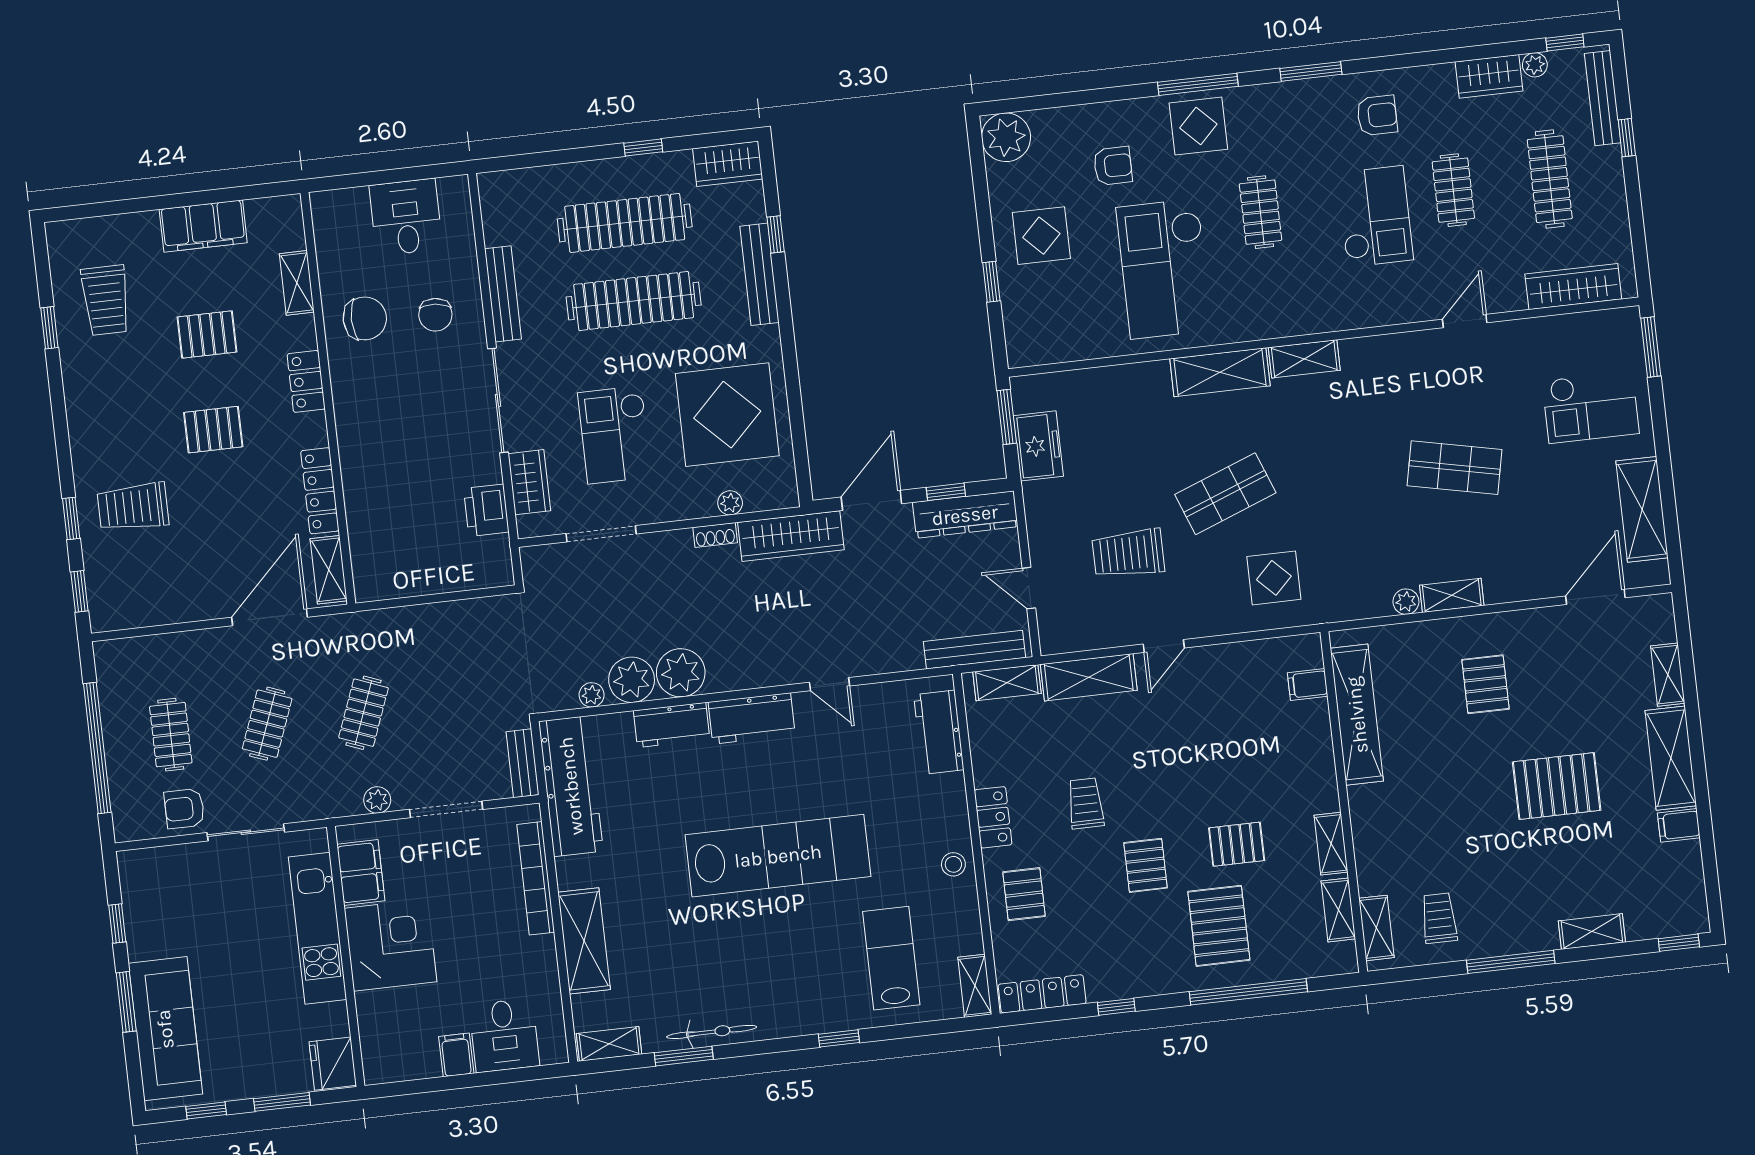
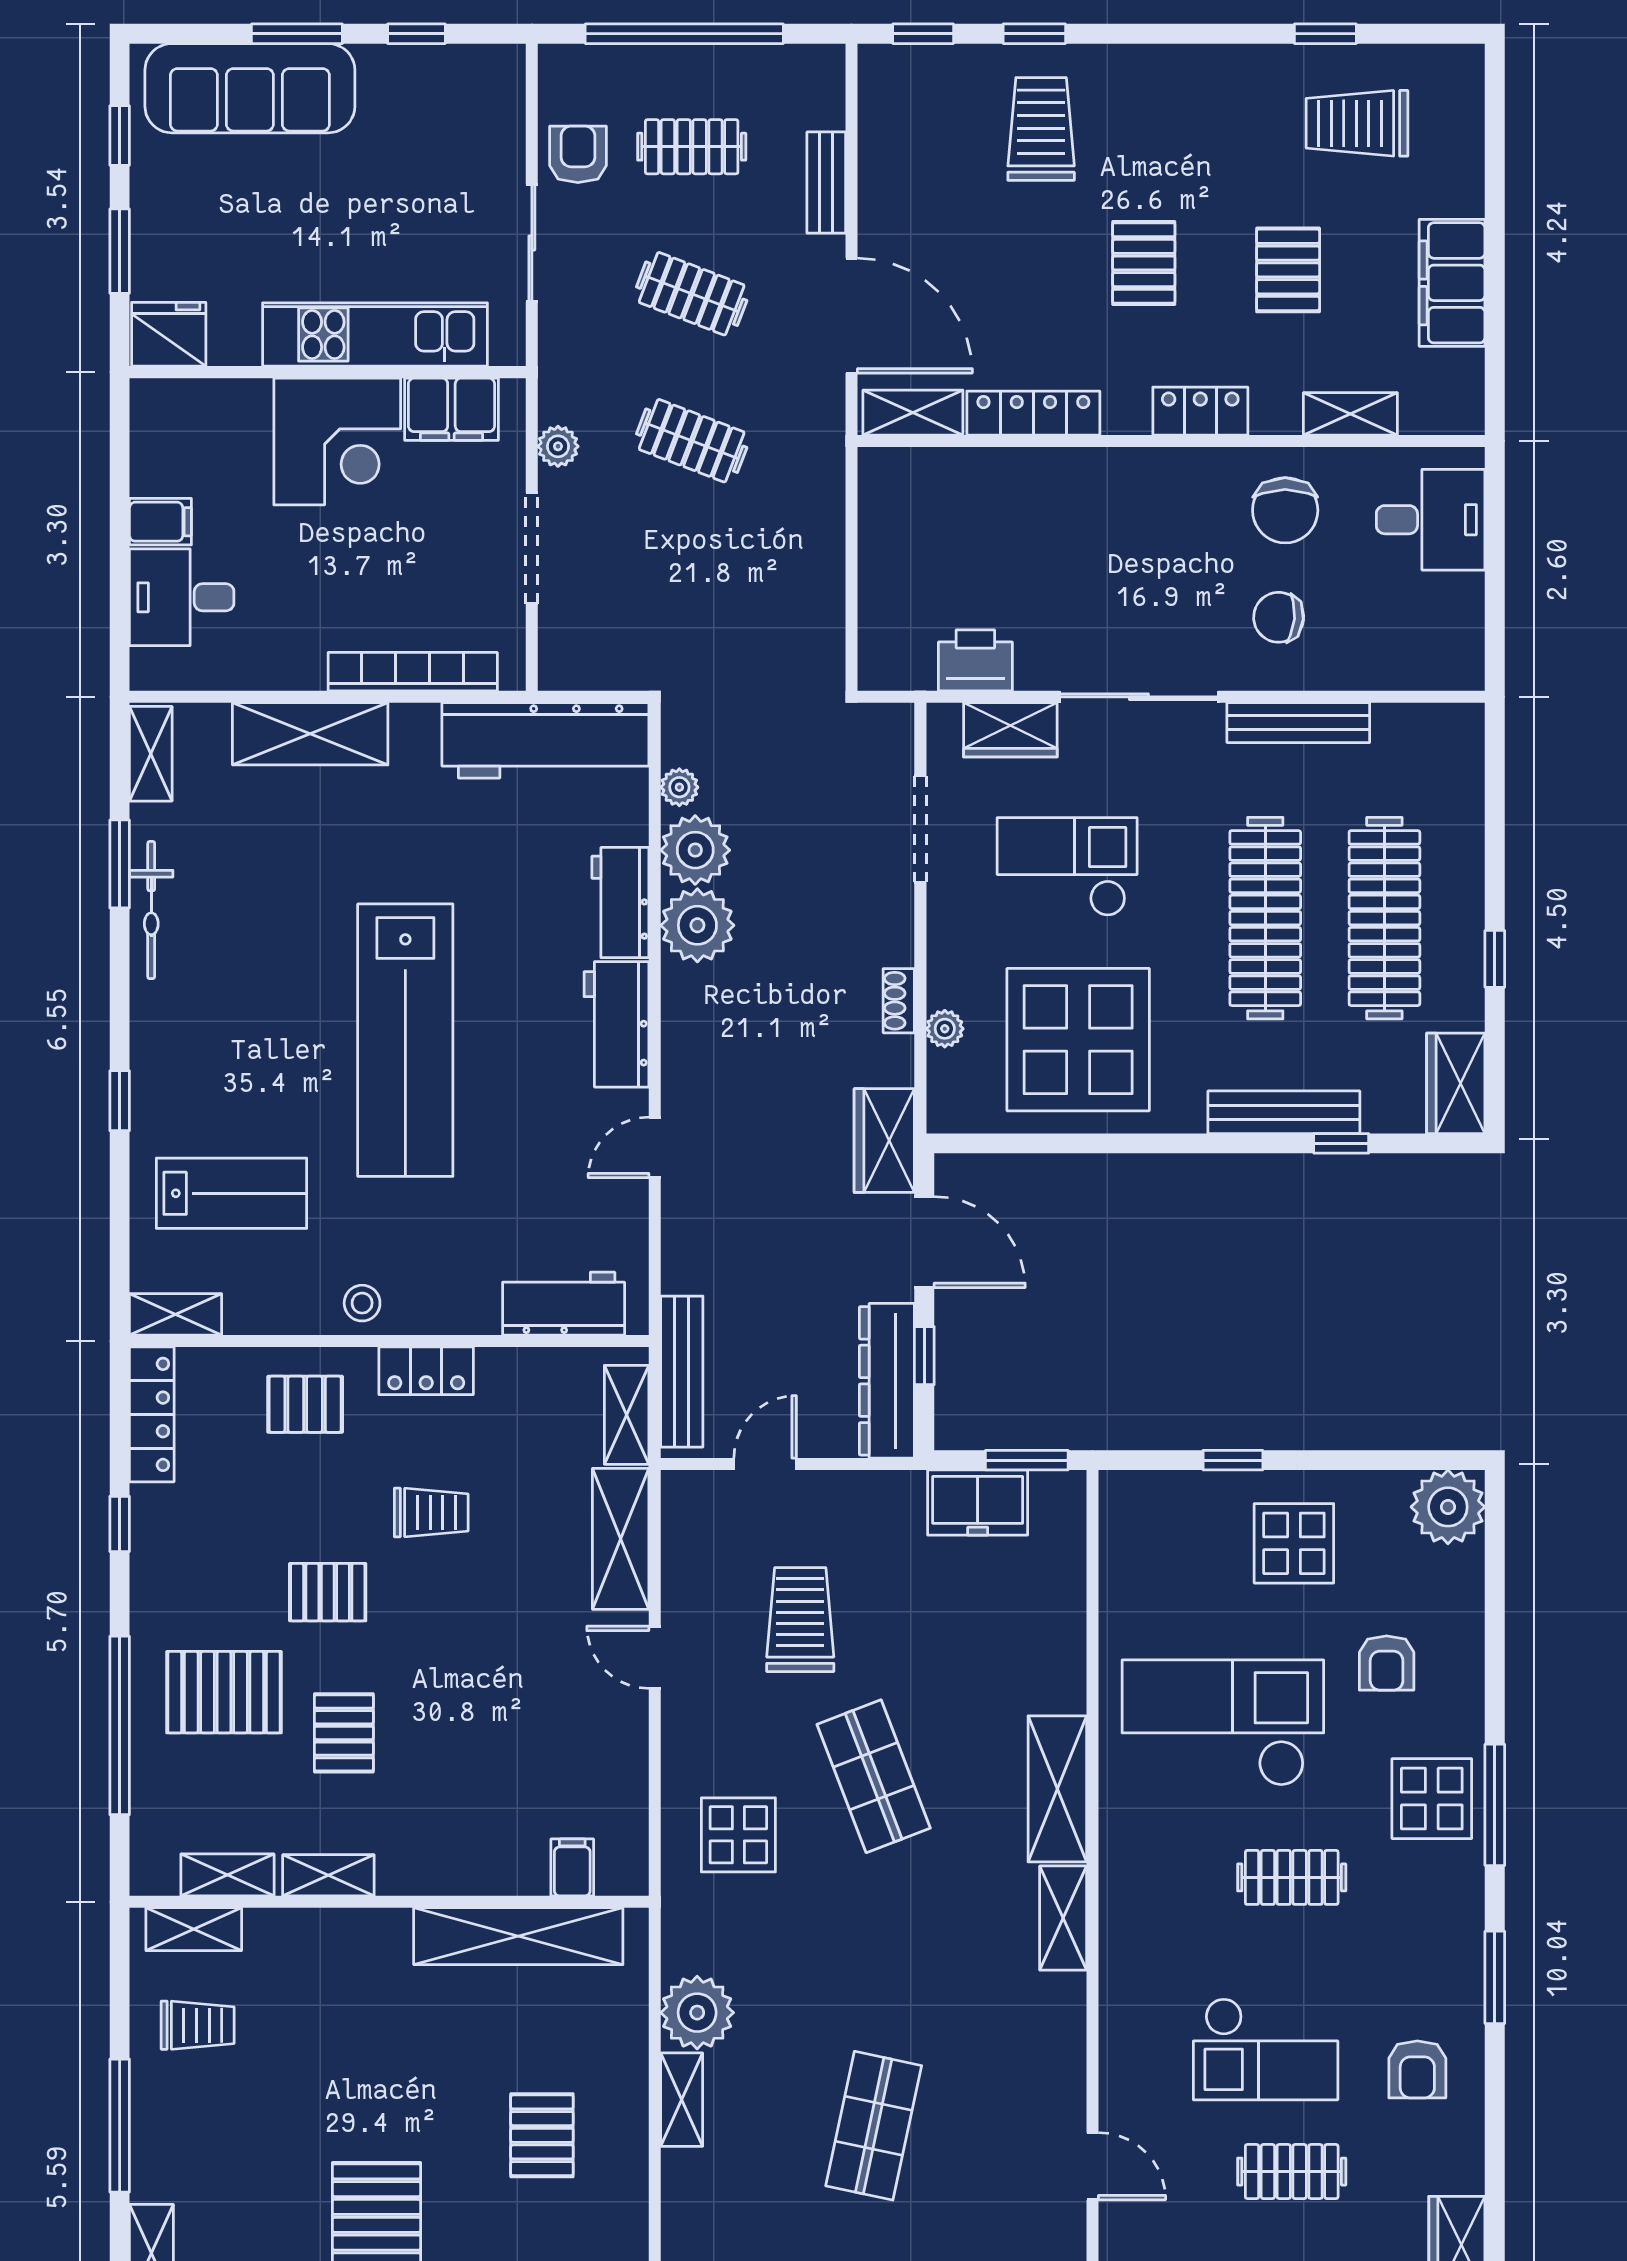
desk: (406, 217) -> (1431, 520), moved
wardrobe: (791, 536) -> (884, 1141), width x0.67
plant: (1406, 602) -> (697, 2013), width x1.87, depth x1.87
pallet: (1486, 684) -> (542, 2135), turned 90
bench: (523, 763) -> (826, 183), moved, turned 90

